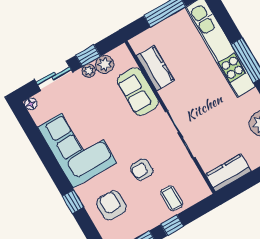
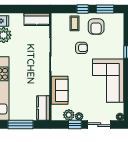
kitchen counter: (155, 68) -> (43, 108), moved
armchair: (111, 205) -> (96, 27), moved

